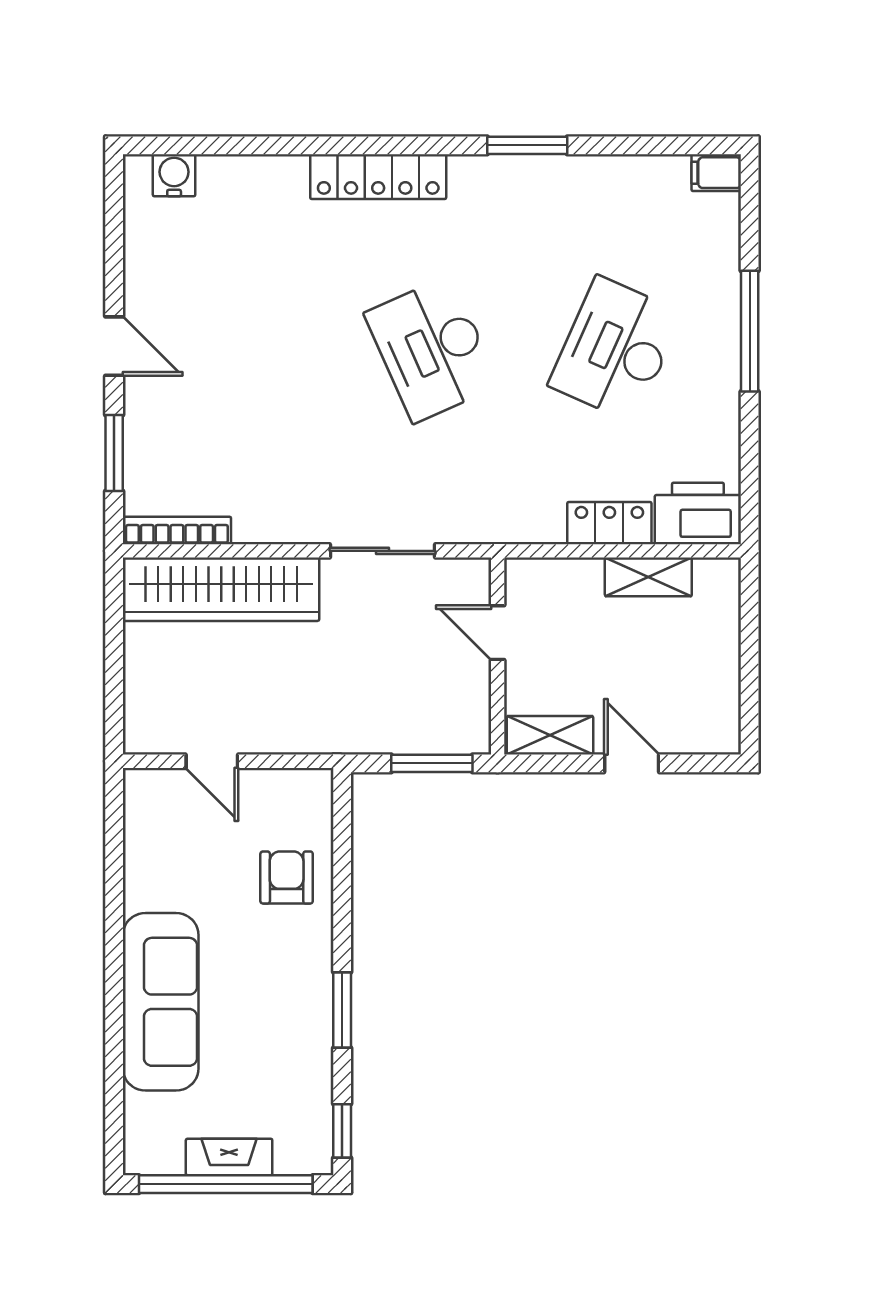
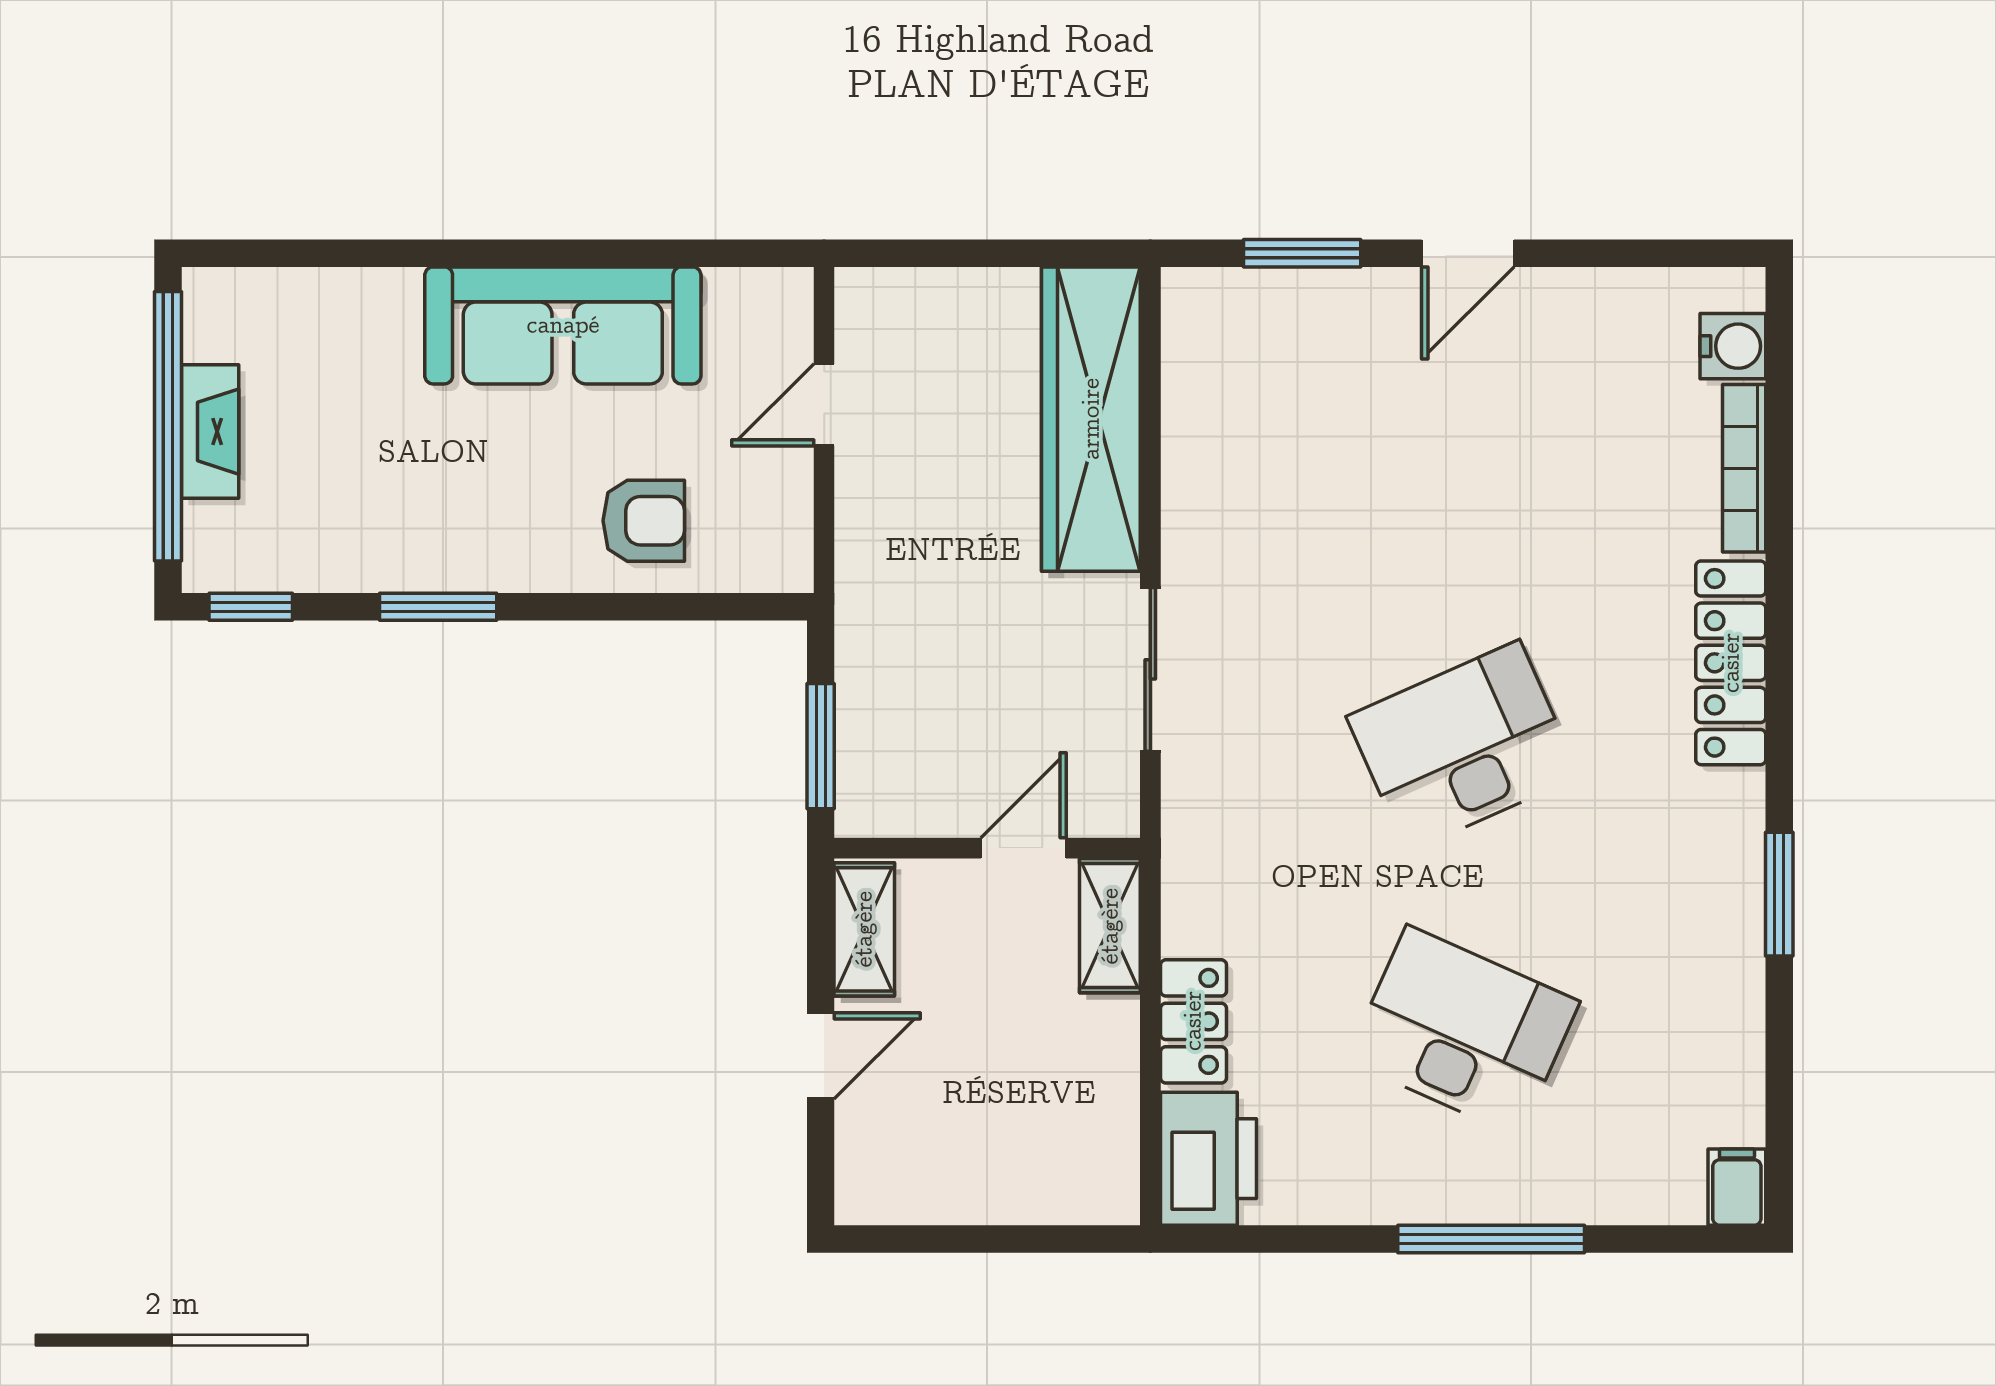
bookcase: (177, 530) -> (1744, 468), moved, turned 180
shelving: (648, 577) -> (1110, 926), moved
sofa: (161, 1002) -> (563, 325), moved

